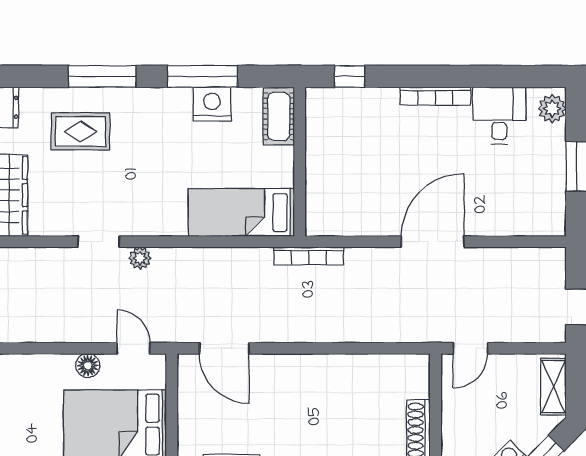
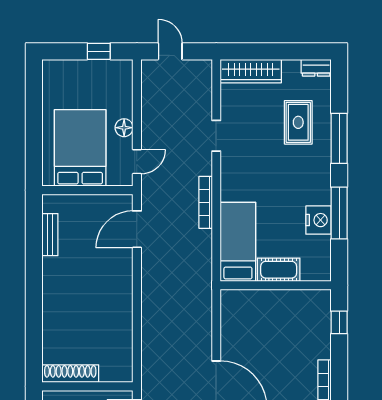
cot: (279, 116) -> (279, 270), moved
bookcase: (309, 256) -> (206, 202), moved
plant: (140, 258) -> (204, 166), removed

